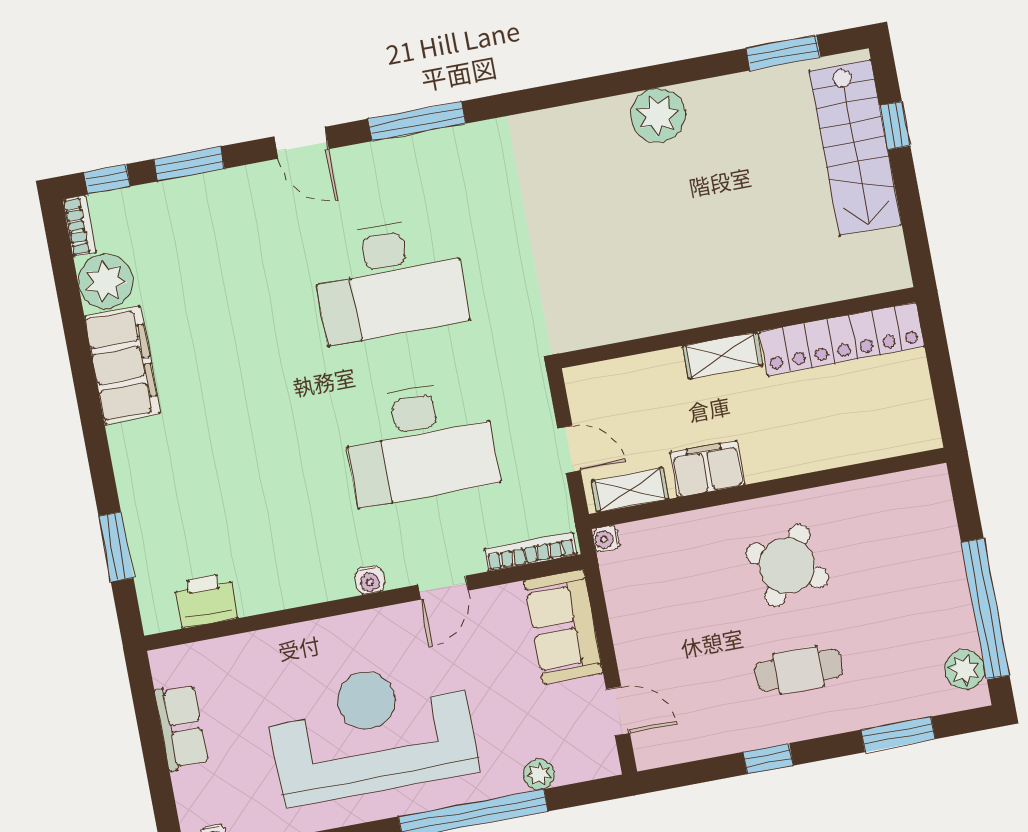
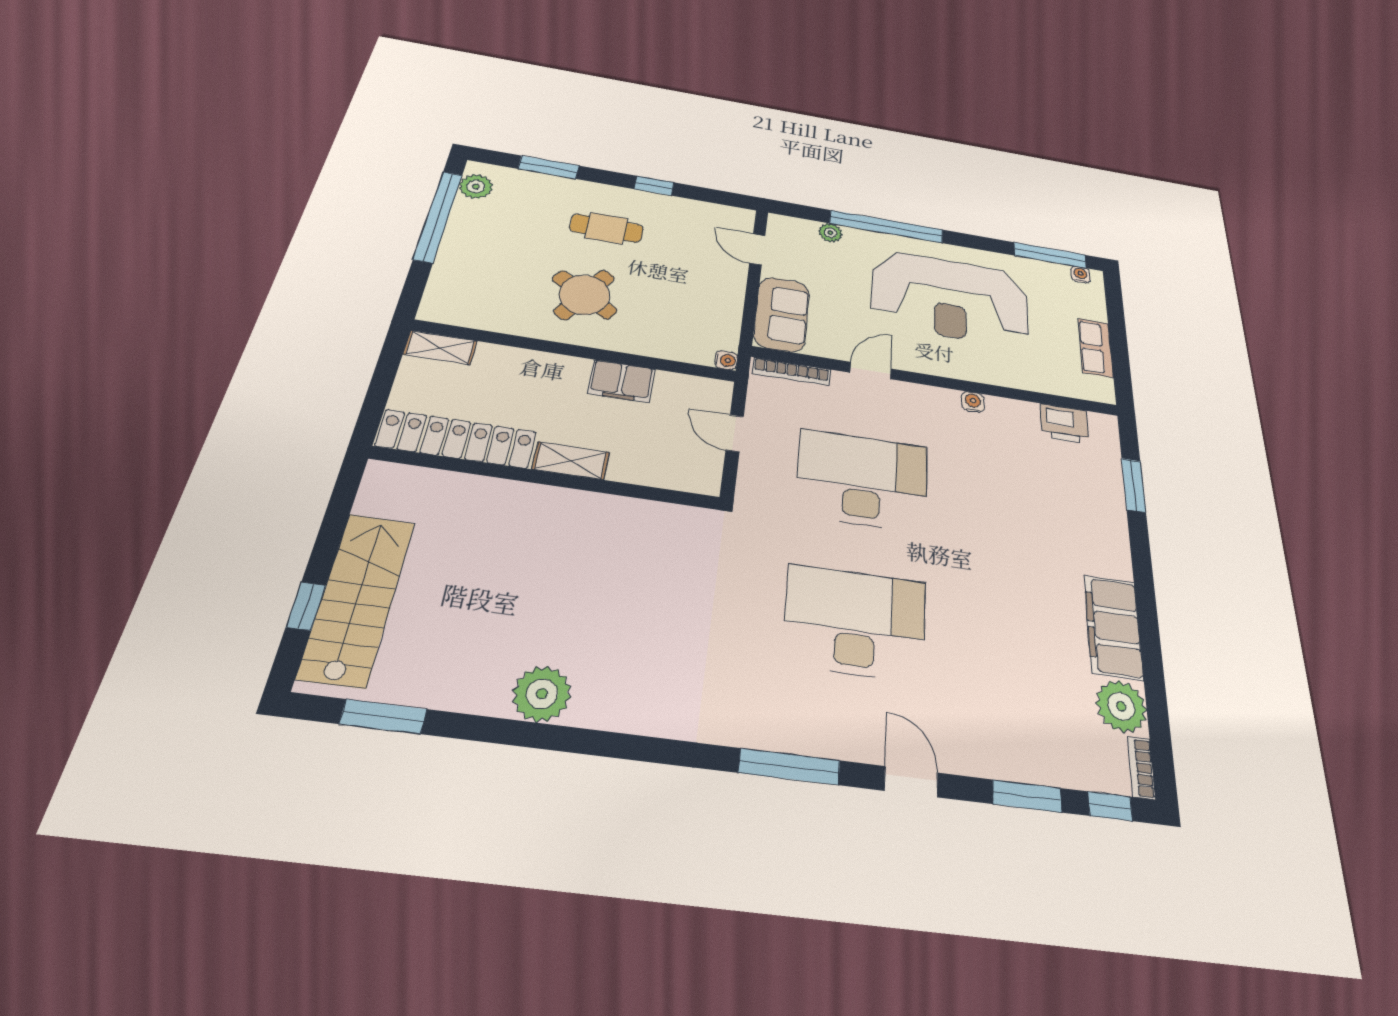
shelving: (630, 490) -> (440, 348), moved
water cooler: (370, 580) -> (973, 402), moved

